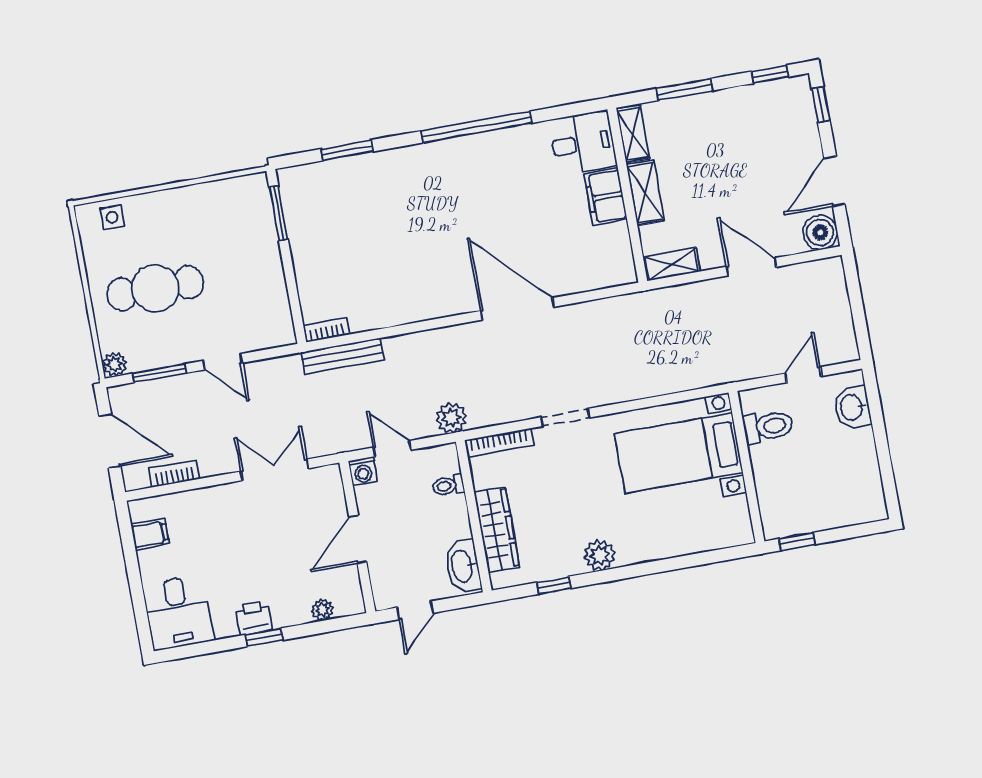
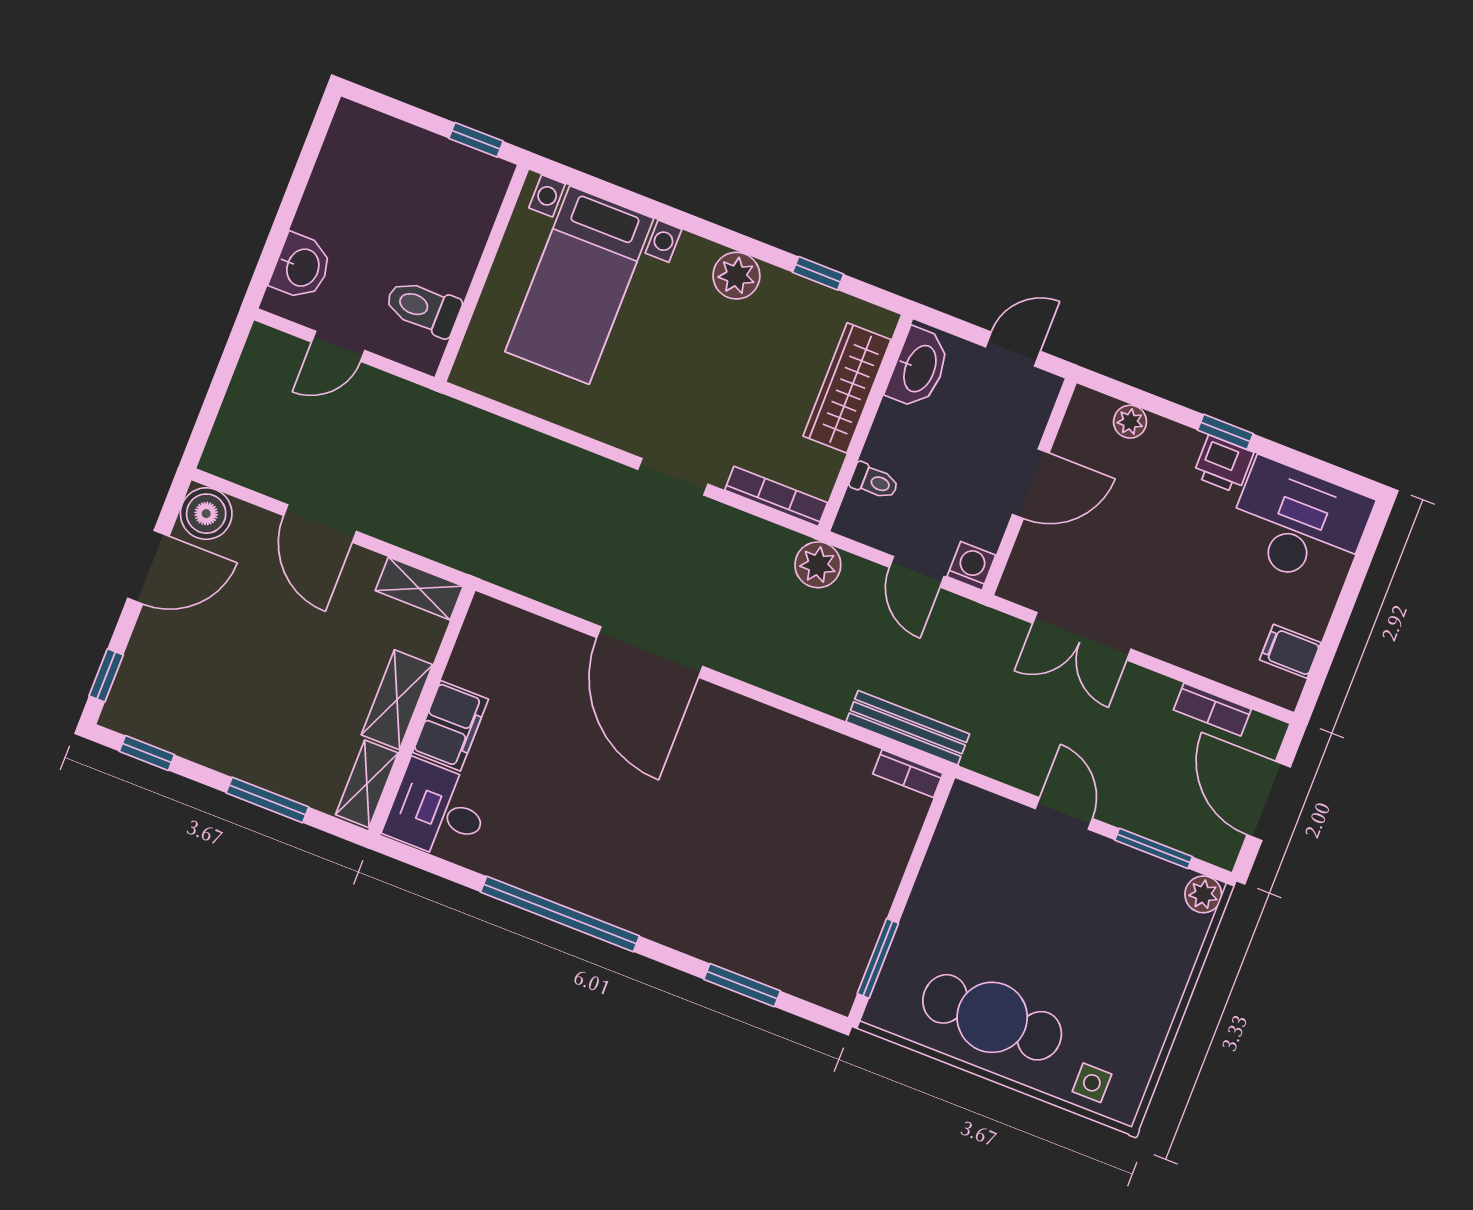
cafe table: (155, 288) -> (992, 1017), moved
bed with nightstands: (679, 453) -> (579, 285), moved, turned 90
desk: (178, 613) -> (1299, 524), width x1.37

